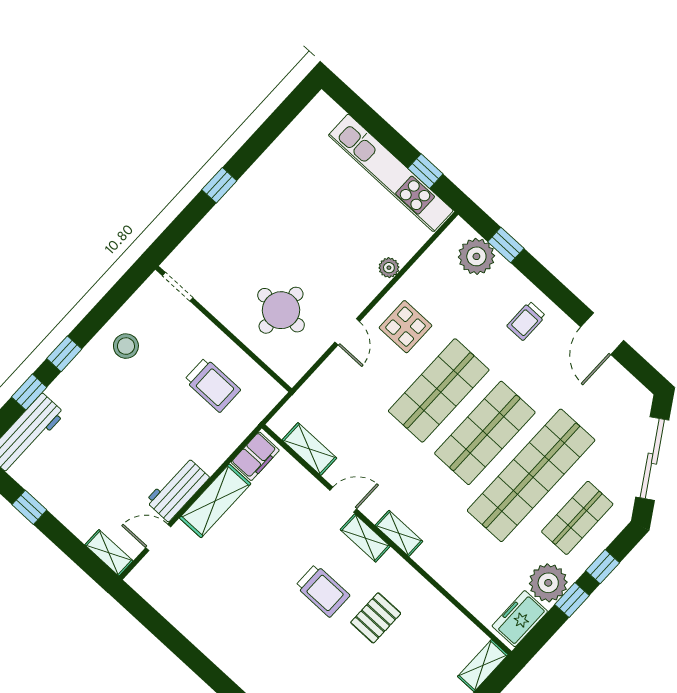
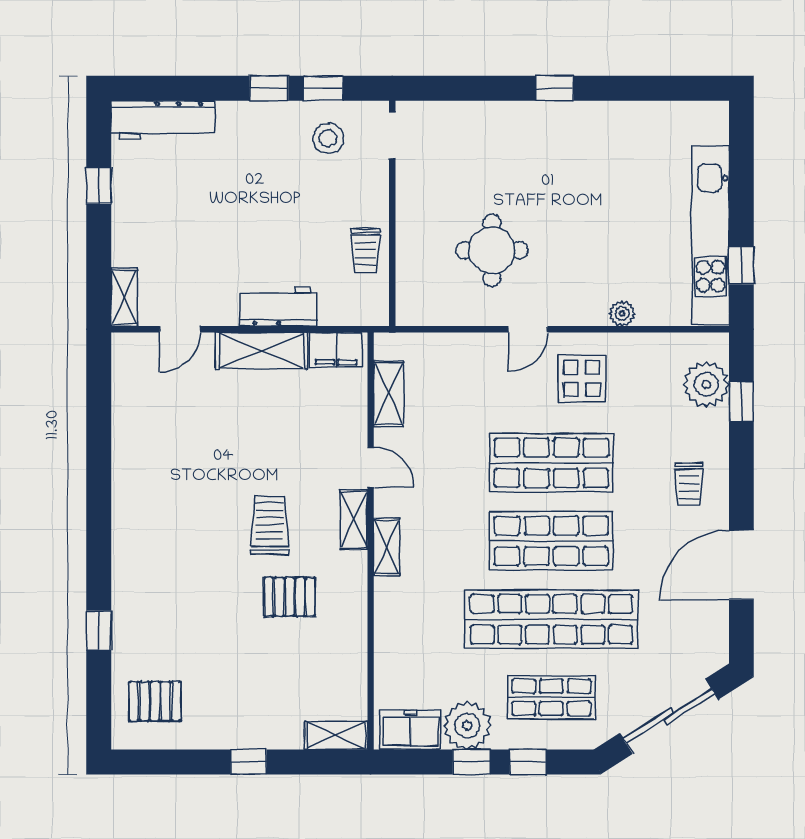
doorway: (178, 287) -> (392, 136), moved
trolley: (526, 321) -> (689, 484), turned -90
wall: (224, 329) -> (392, 213), moved
door: (602, 334) -> (741, 565), width x1.36
trolley: (212, 385) -> (365, 251), width x0.73, depth x0.72
window: (29, 392) -> (323, 88), moved
workbench: (178, 489) -> (278, 306), moved
door: (158, 537) -> (180, 329), swing flipped
trolley: (323, 591) -> (270, 525), turned 180

